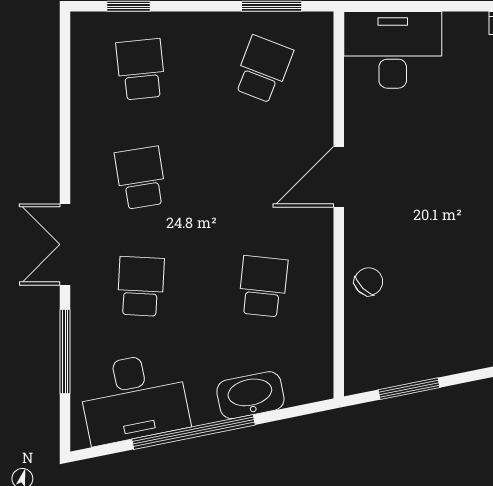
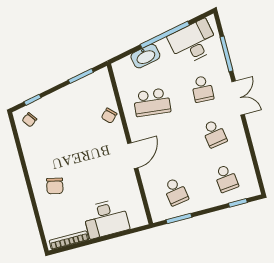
desk: (393, 50) -> (106, 219), moved
school desk: (263, 69) -> (176, 192), turned -30
school desk: (263, 286) -> (152, 102), width x1.85

